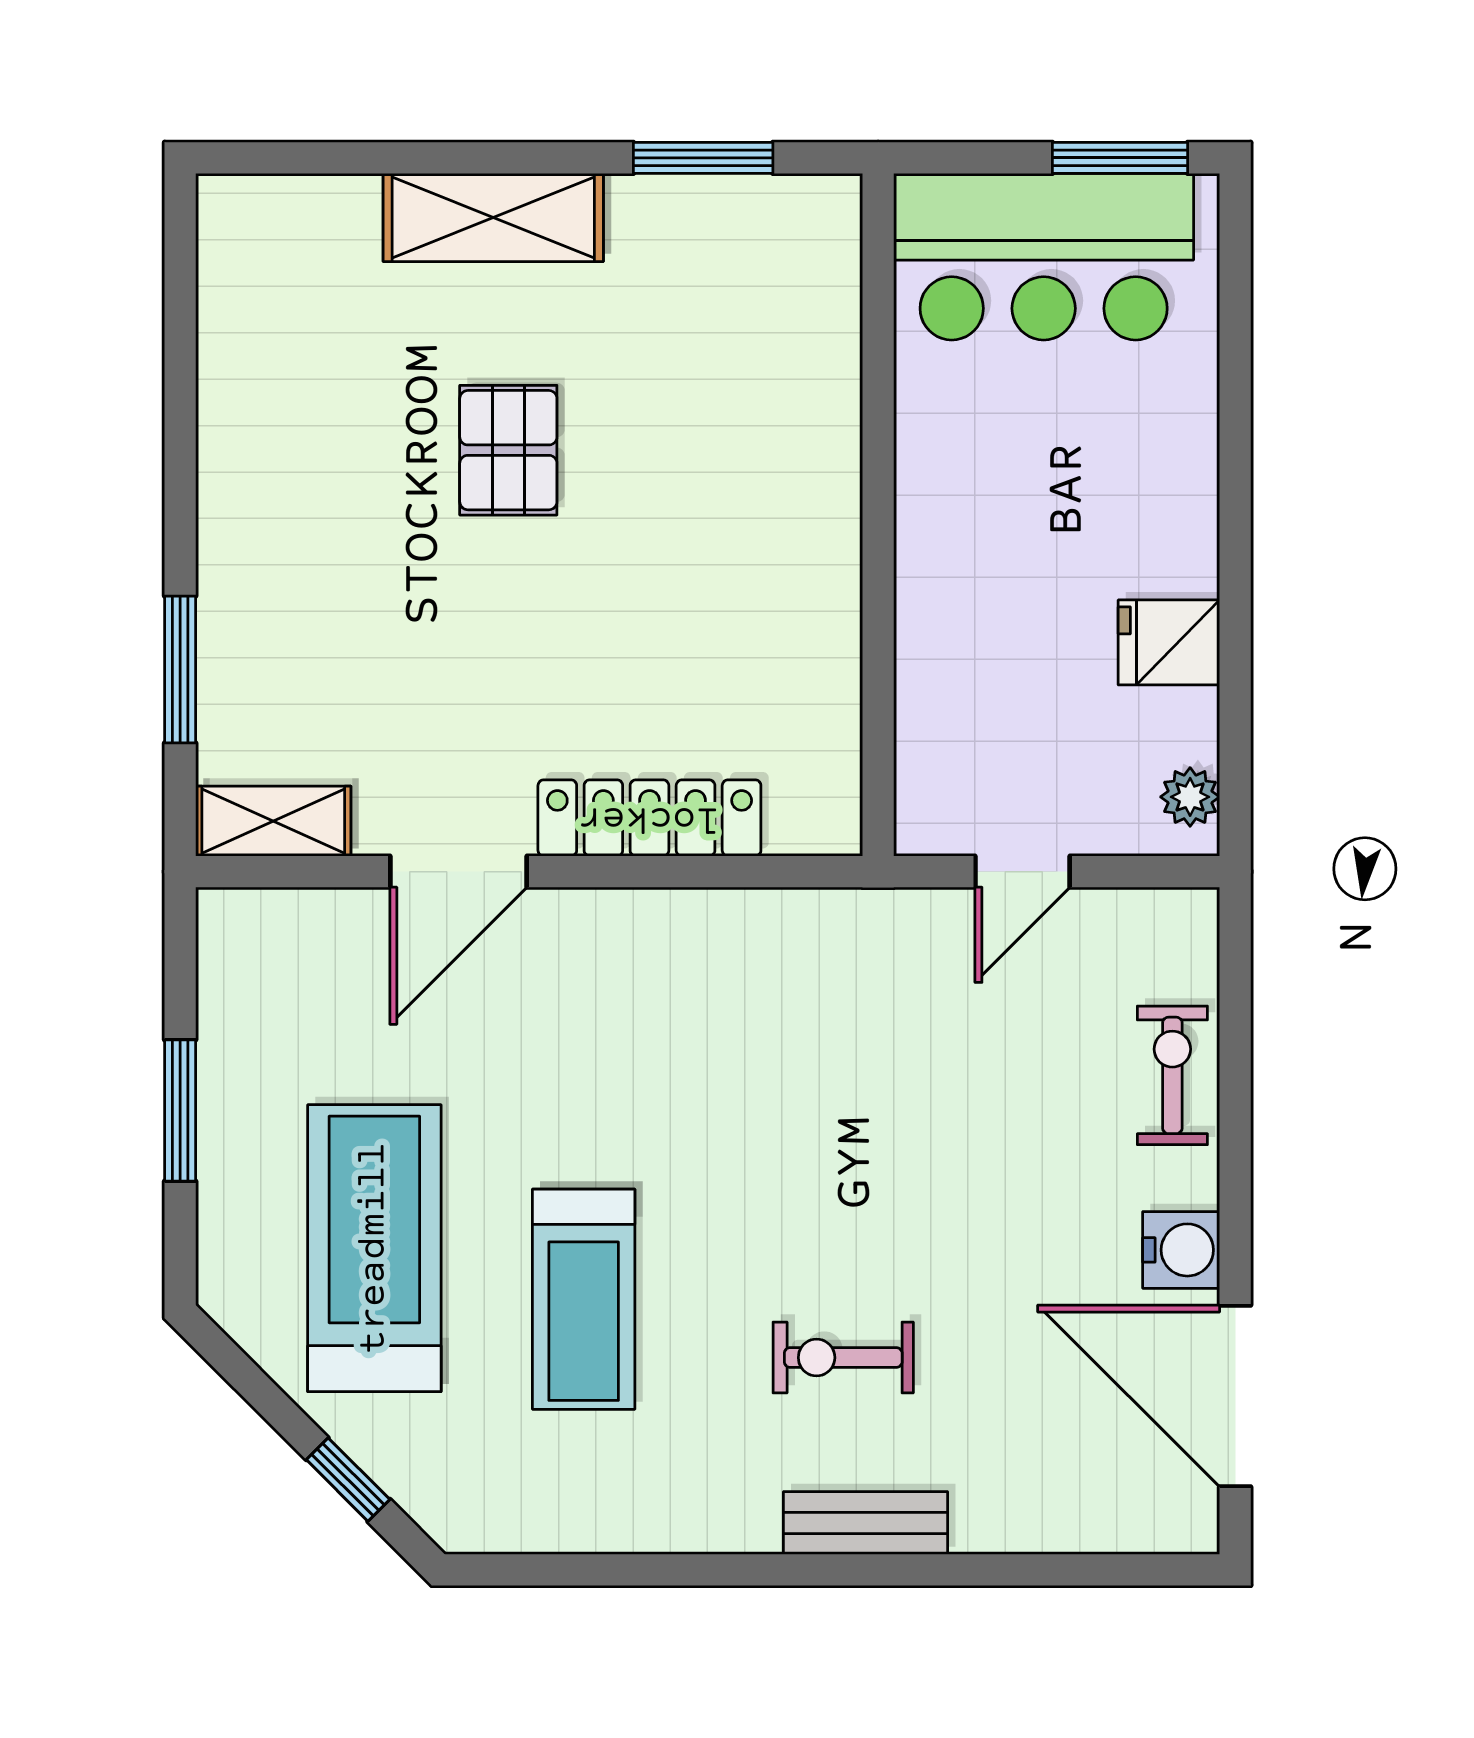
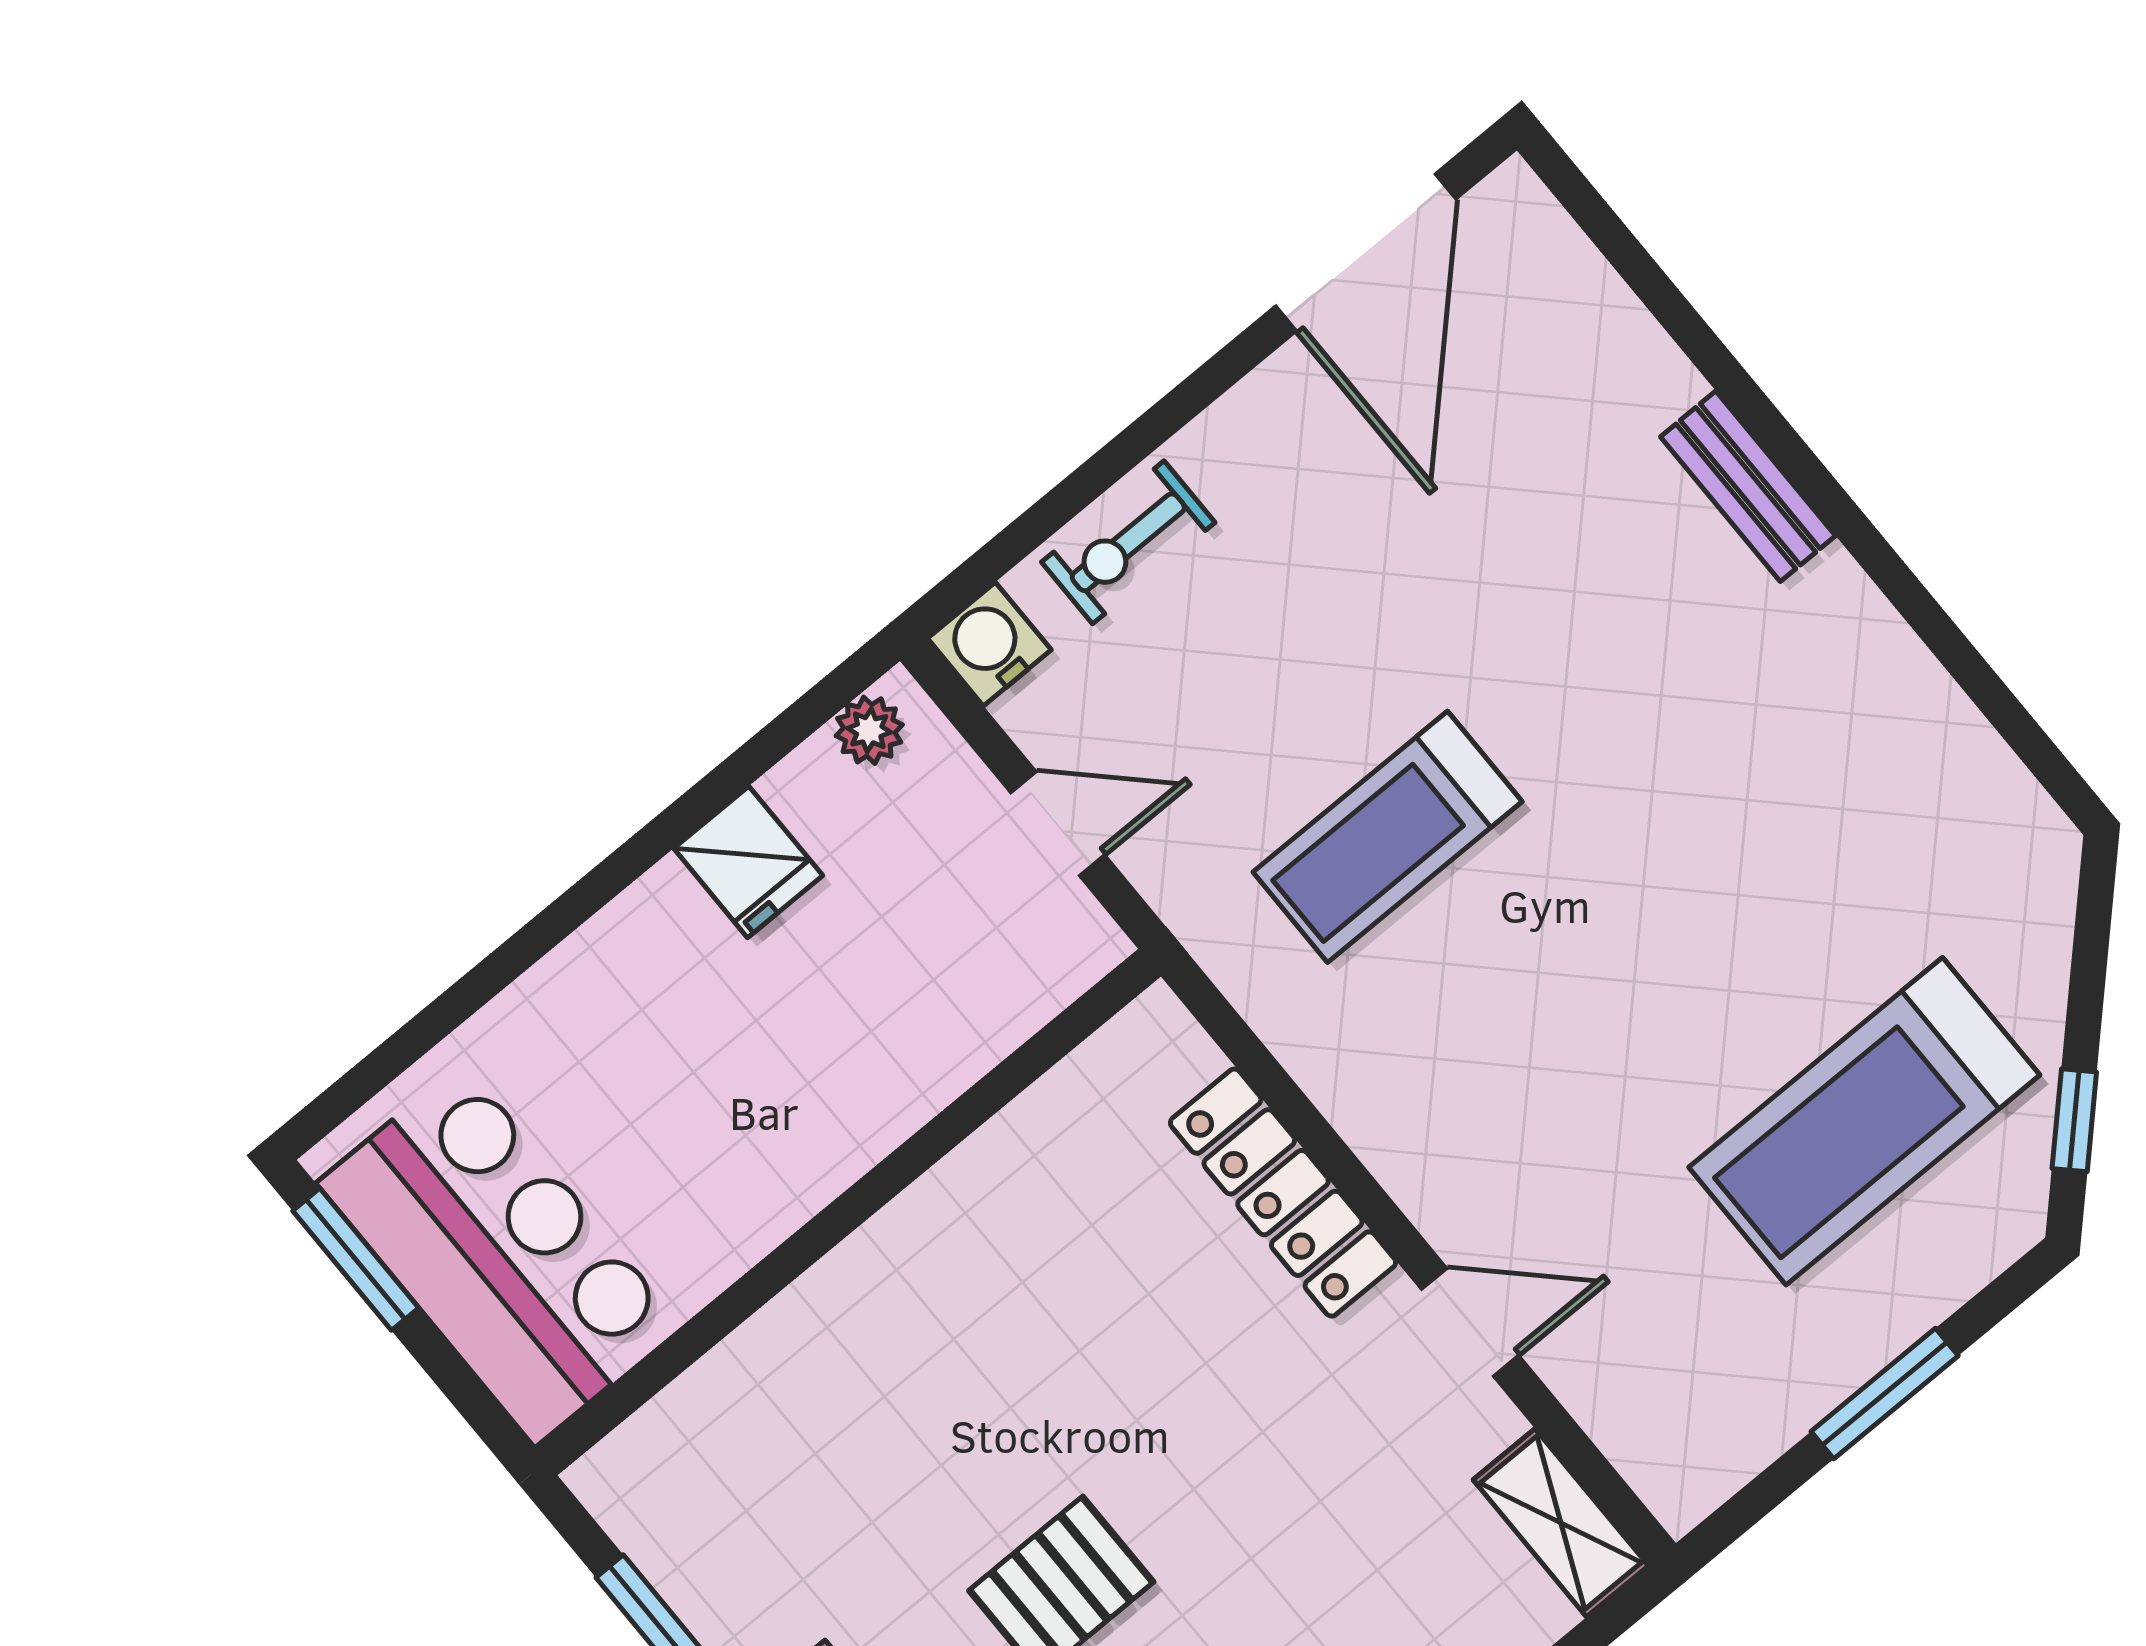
door: (458, 872) -> (1470, 1322), width x0.73
water cooler: (1181, 1250) -> (989, 644), moved
treadmill: (584, 1299) -> (1388, 837), moved, turned 180
exercise bike: (843, 1358) -> (1618, 627), removed
window: (348, 1480) -> (2074, 1120), moved

